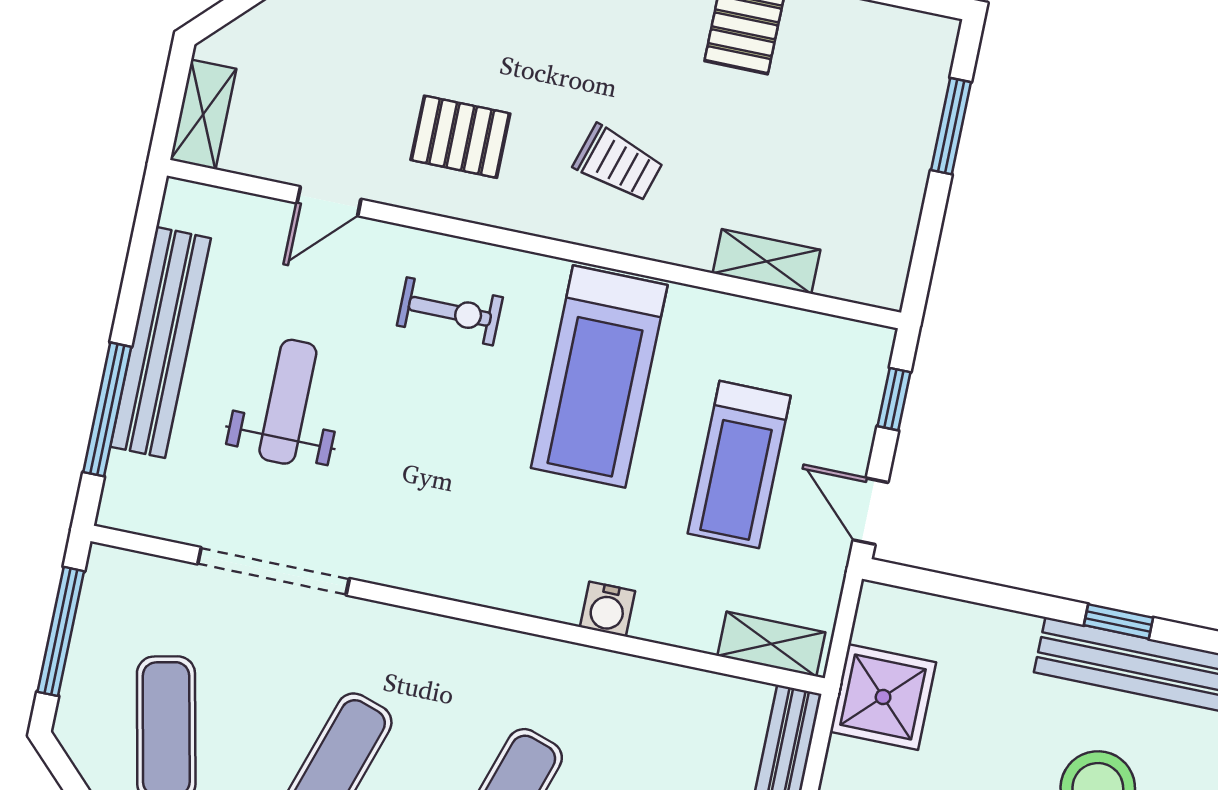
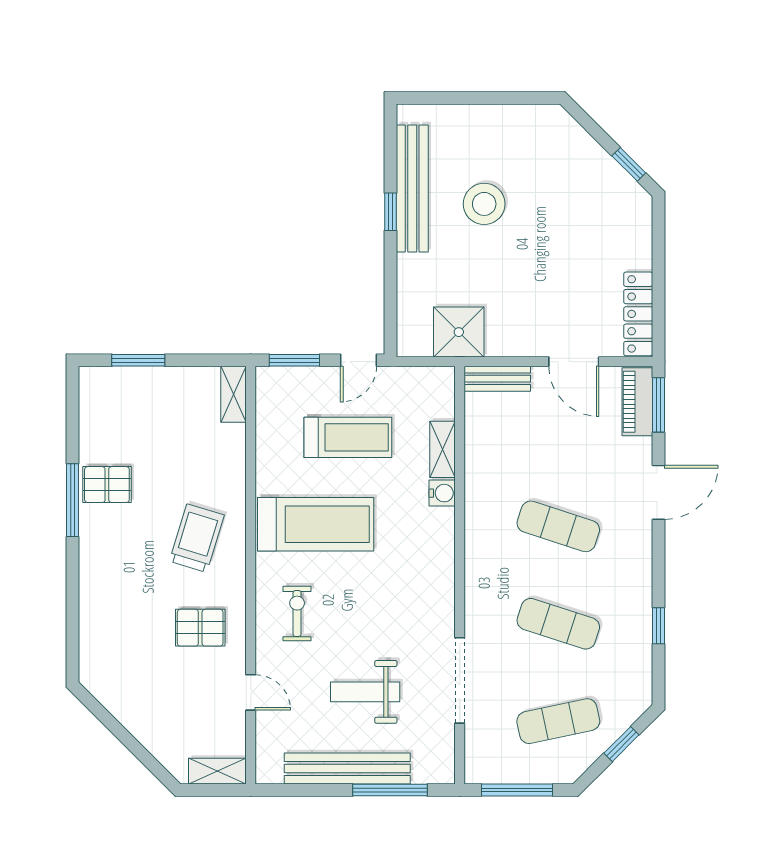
pallet: (460, 137) -> (200, 628), turned 90
trolley: (618, 163) -> (197, 538), width x1.36, depth x1.39
shelving: (767, 261) -> (234, 394), moved
window: (894, 399) -> (294, 360), width x1.50
shelving: (771, 644) -> (443, 449), moved

